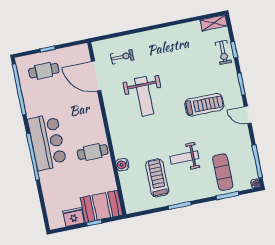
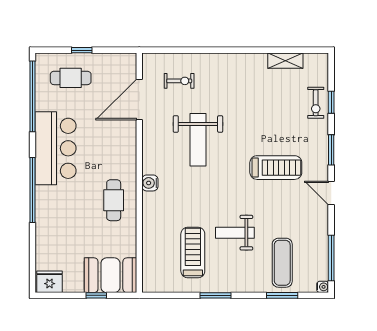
shelving: (214, 23) -> (285, 61), moved
door: (96, 76) -> (139, 99), hinge flipped
bar counter: (47, 142) -> (56, 148), moved
cafe table: (93, 152) -> (114, 200), turned 90
water cooler: (122, 165) -> (150, 183), moved
fridge: (74, 217) -> (50, 282), moved

